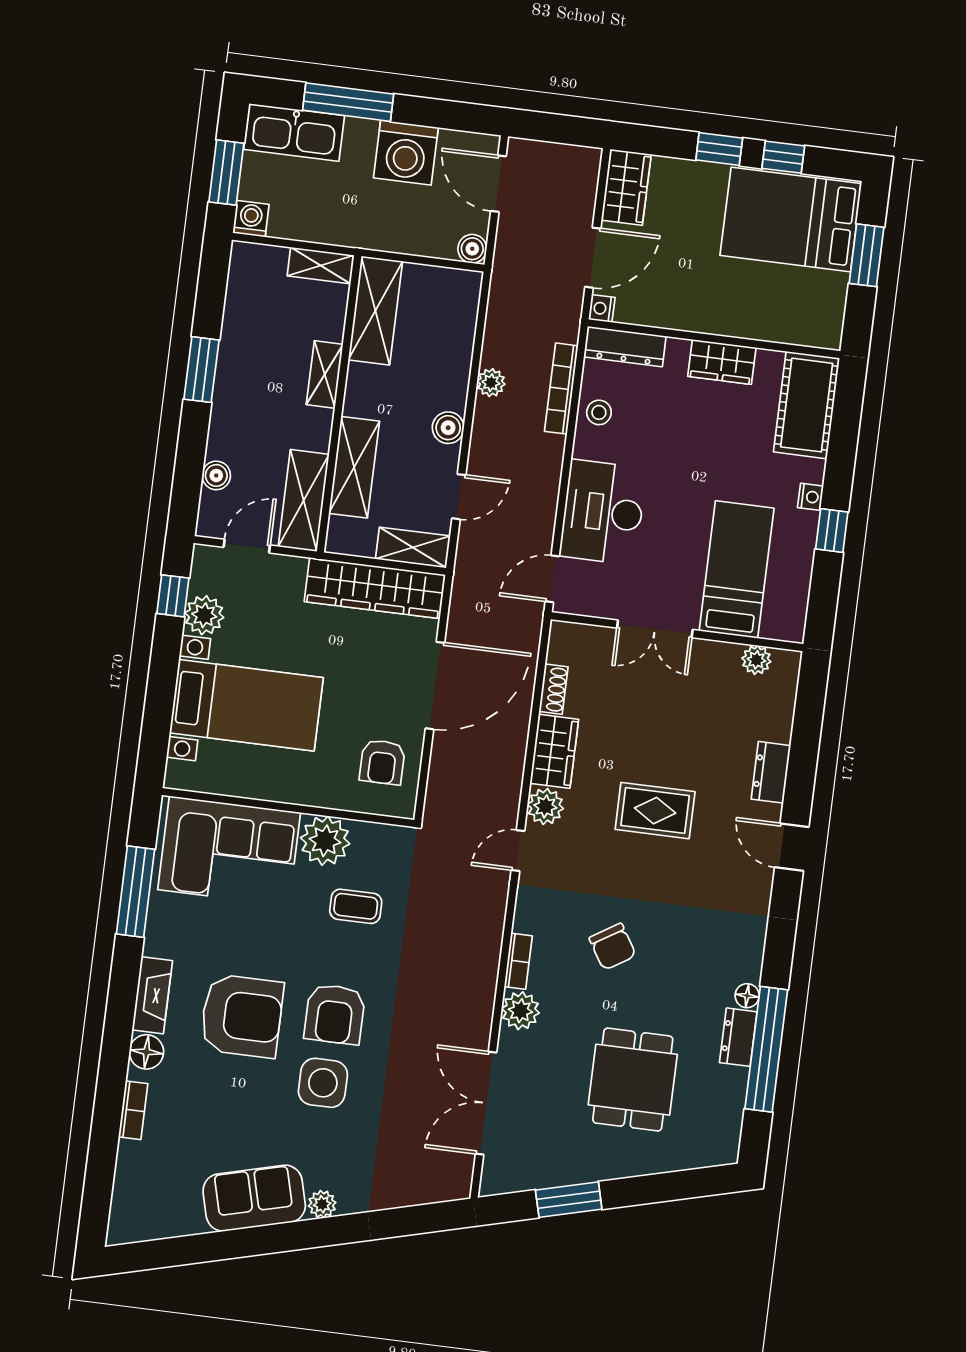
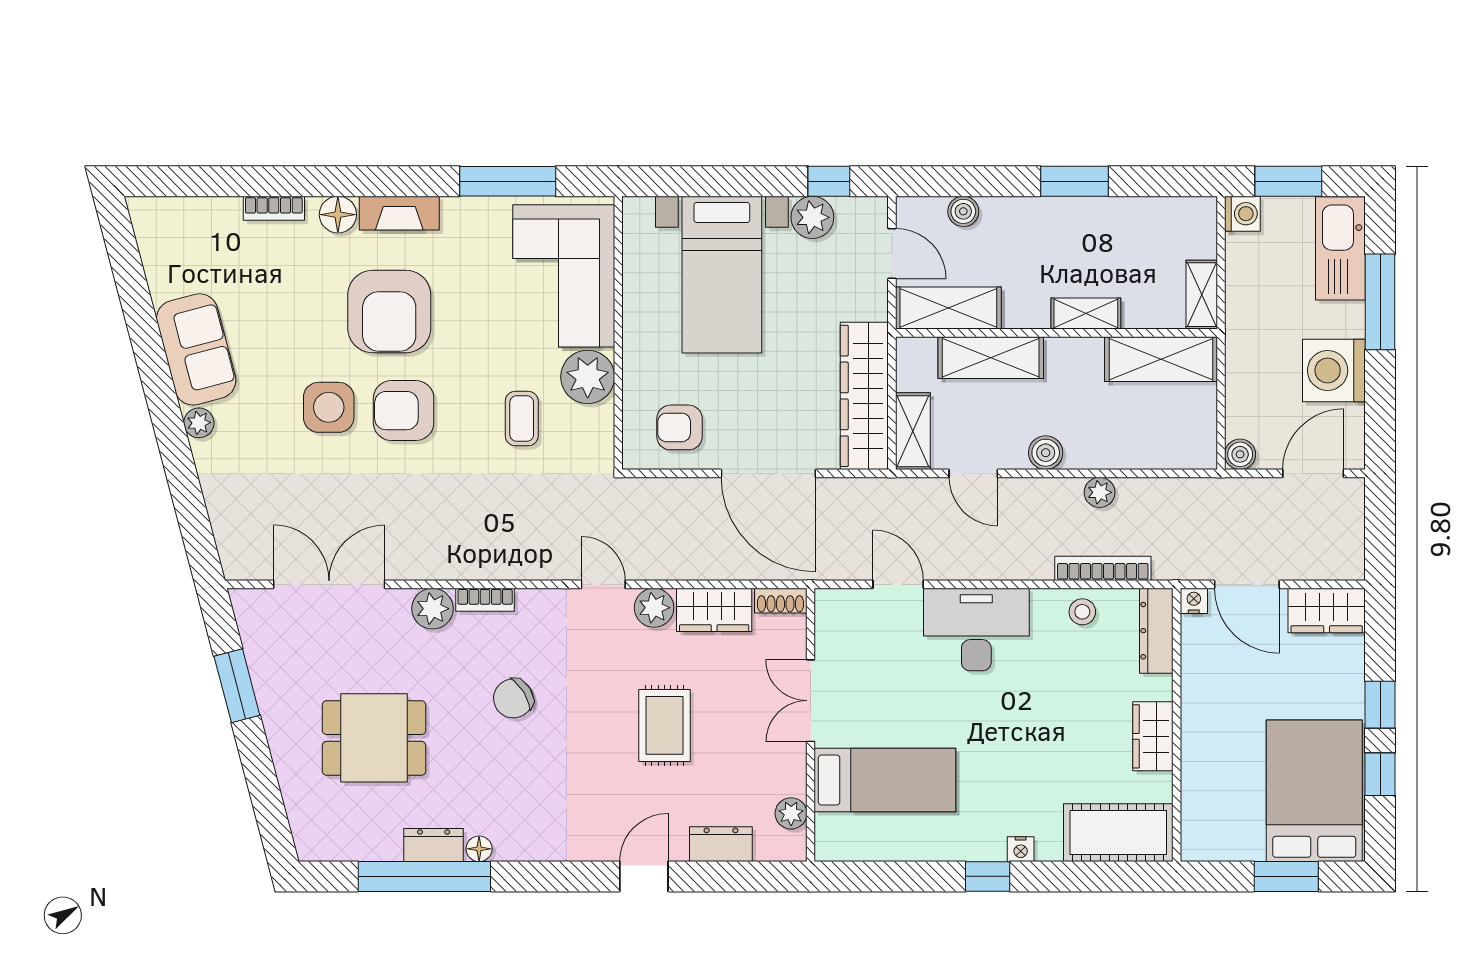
bed: (737, 570) -> (885, 780), moved
double door: (655, 629) -> (811, 701), moved
wall: (677, 632) -> (811, 725), moved
plant: (756, 660) -> (791, 813), moved

